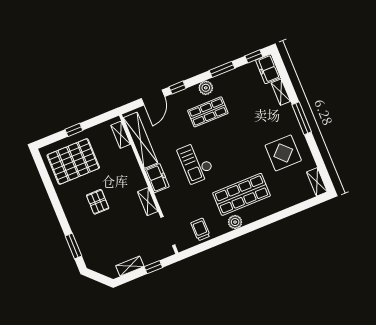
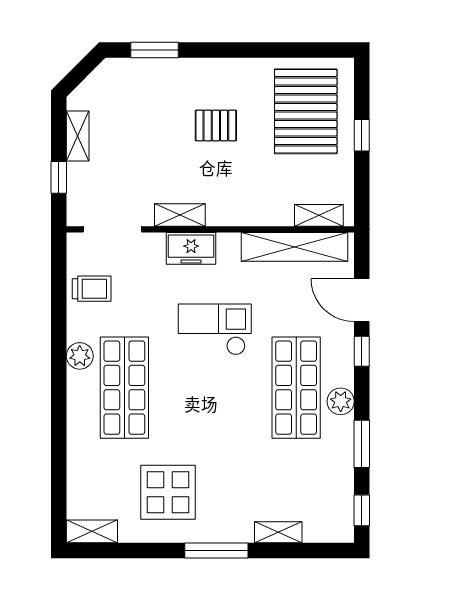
freezer: (268, 69) -> (329, 527), removed
shop shelf: (208, 112) -> (296, 388), width x1.43, depth x1.36
freezer: (157, 178) -> (191, 248), moved

